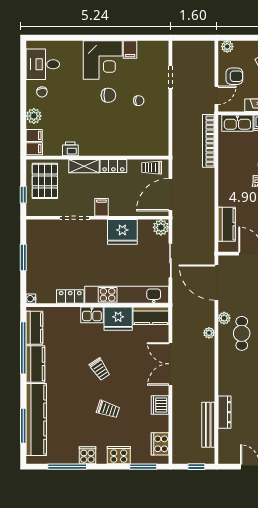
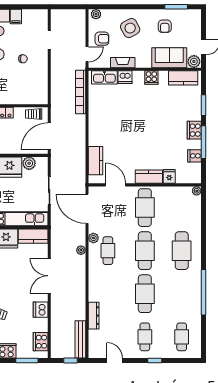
plant: (161, 227) -> (29, 163), moved
bench: (208, 425) -> (80, 339), moved

